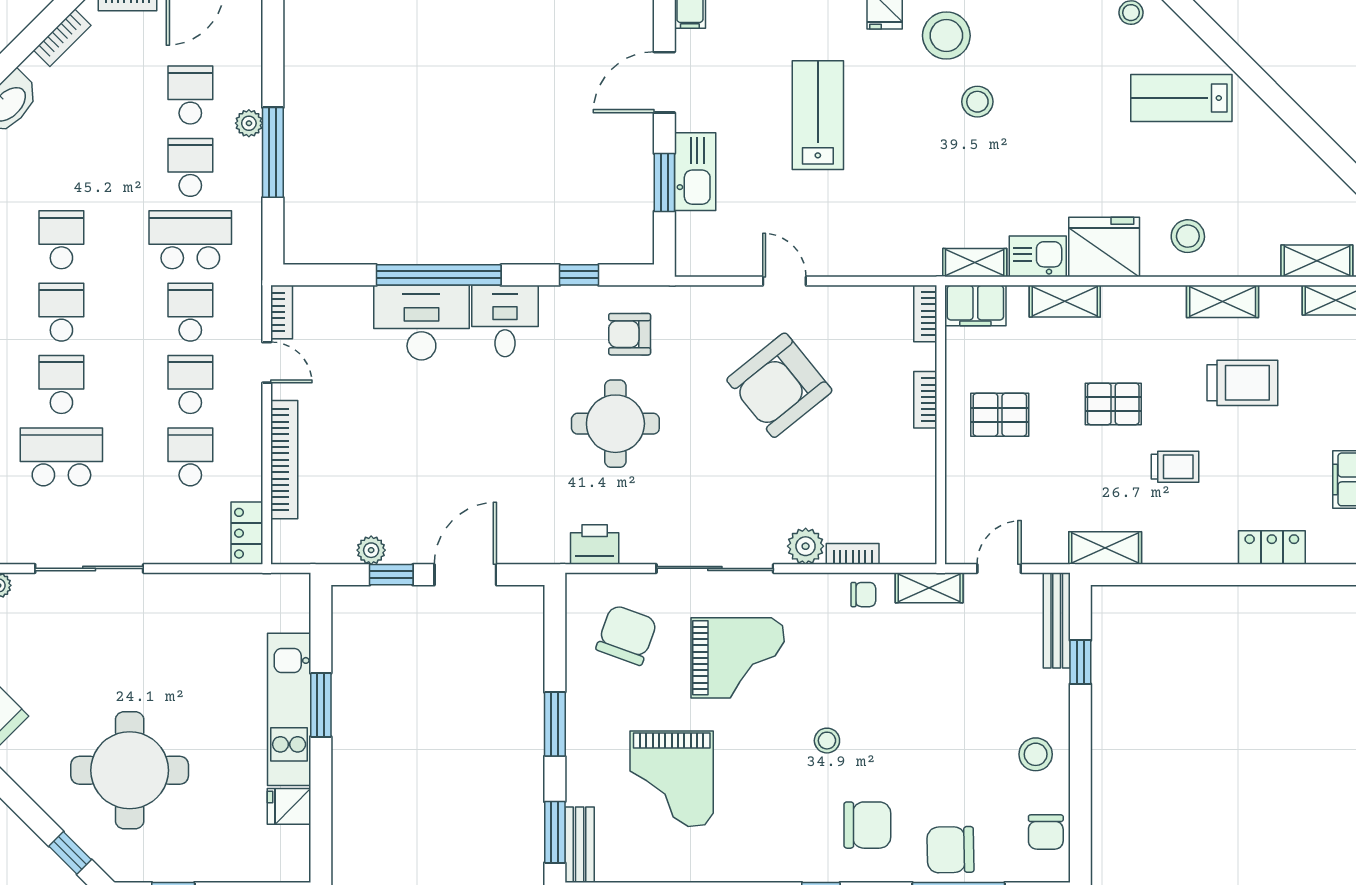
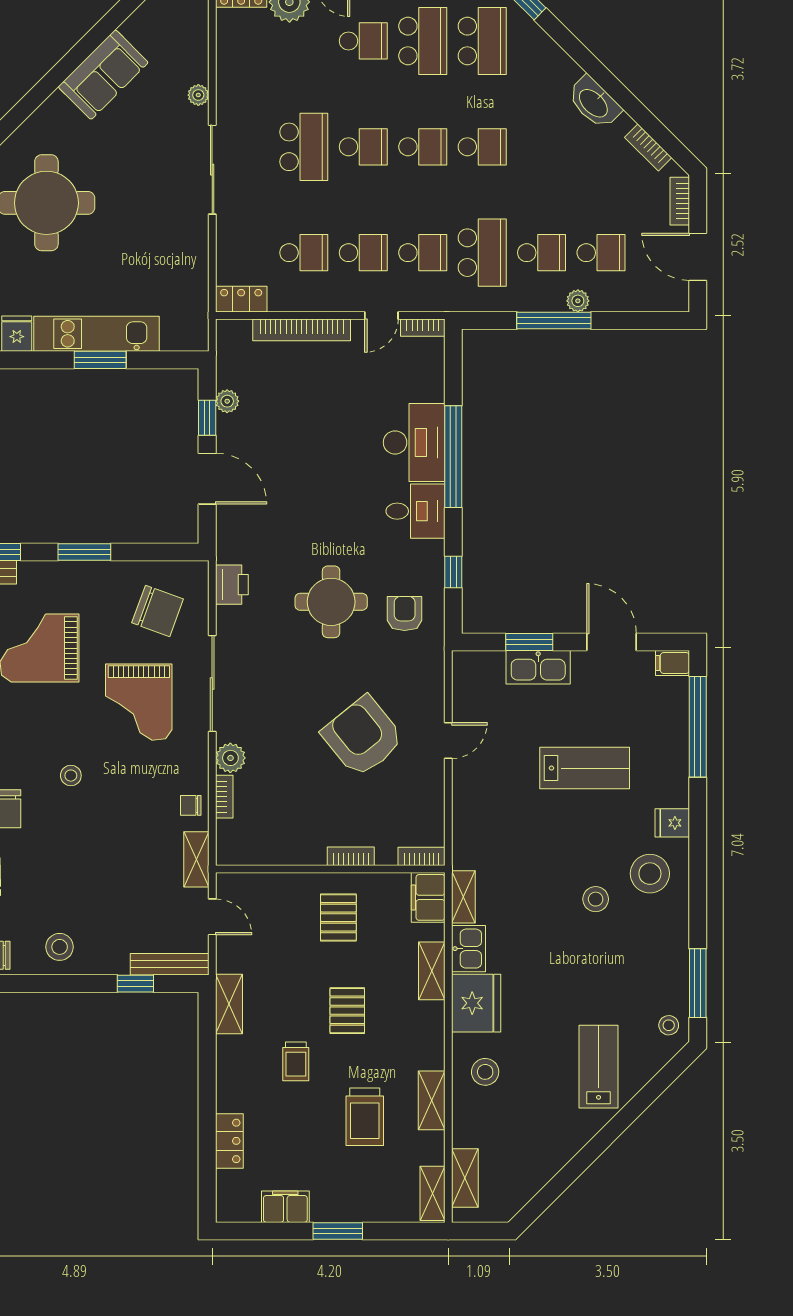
chair: (863, 595) -> (191, 805), turned 90

